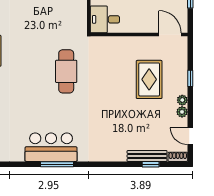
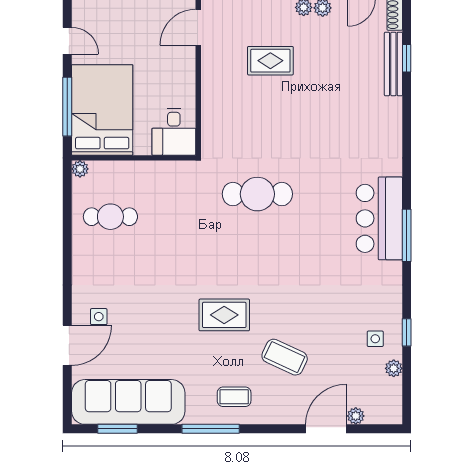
rug: (149, 79) -> (270, 61), width x0.73, depth x0.70
window: (57, 164) -> (407, 235), moved

